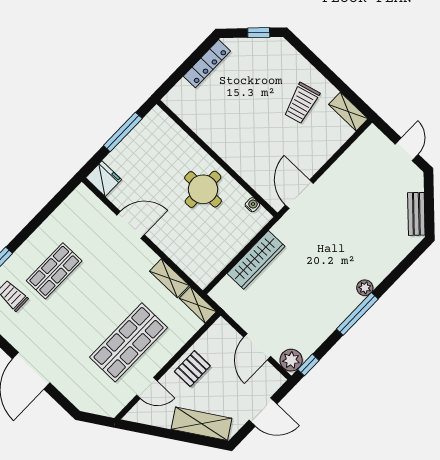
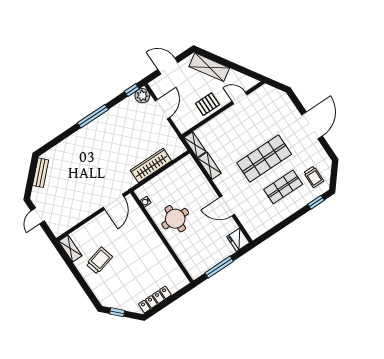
plant: (365, 288) -> (84, 132), removed
shop shelf: (129, 342) -> (264, 159), moved

